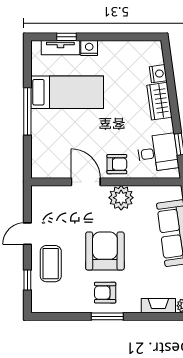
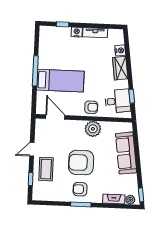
tv unit: (60, 48) -> (95, 33), moved
bed: (67, 92) -> (60, 81), moved
door: (86, 182) -> (55, 117), moved
armchair: (105, 251) -> (81, 163), turned -90

